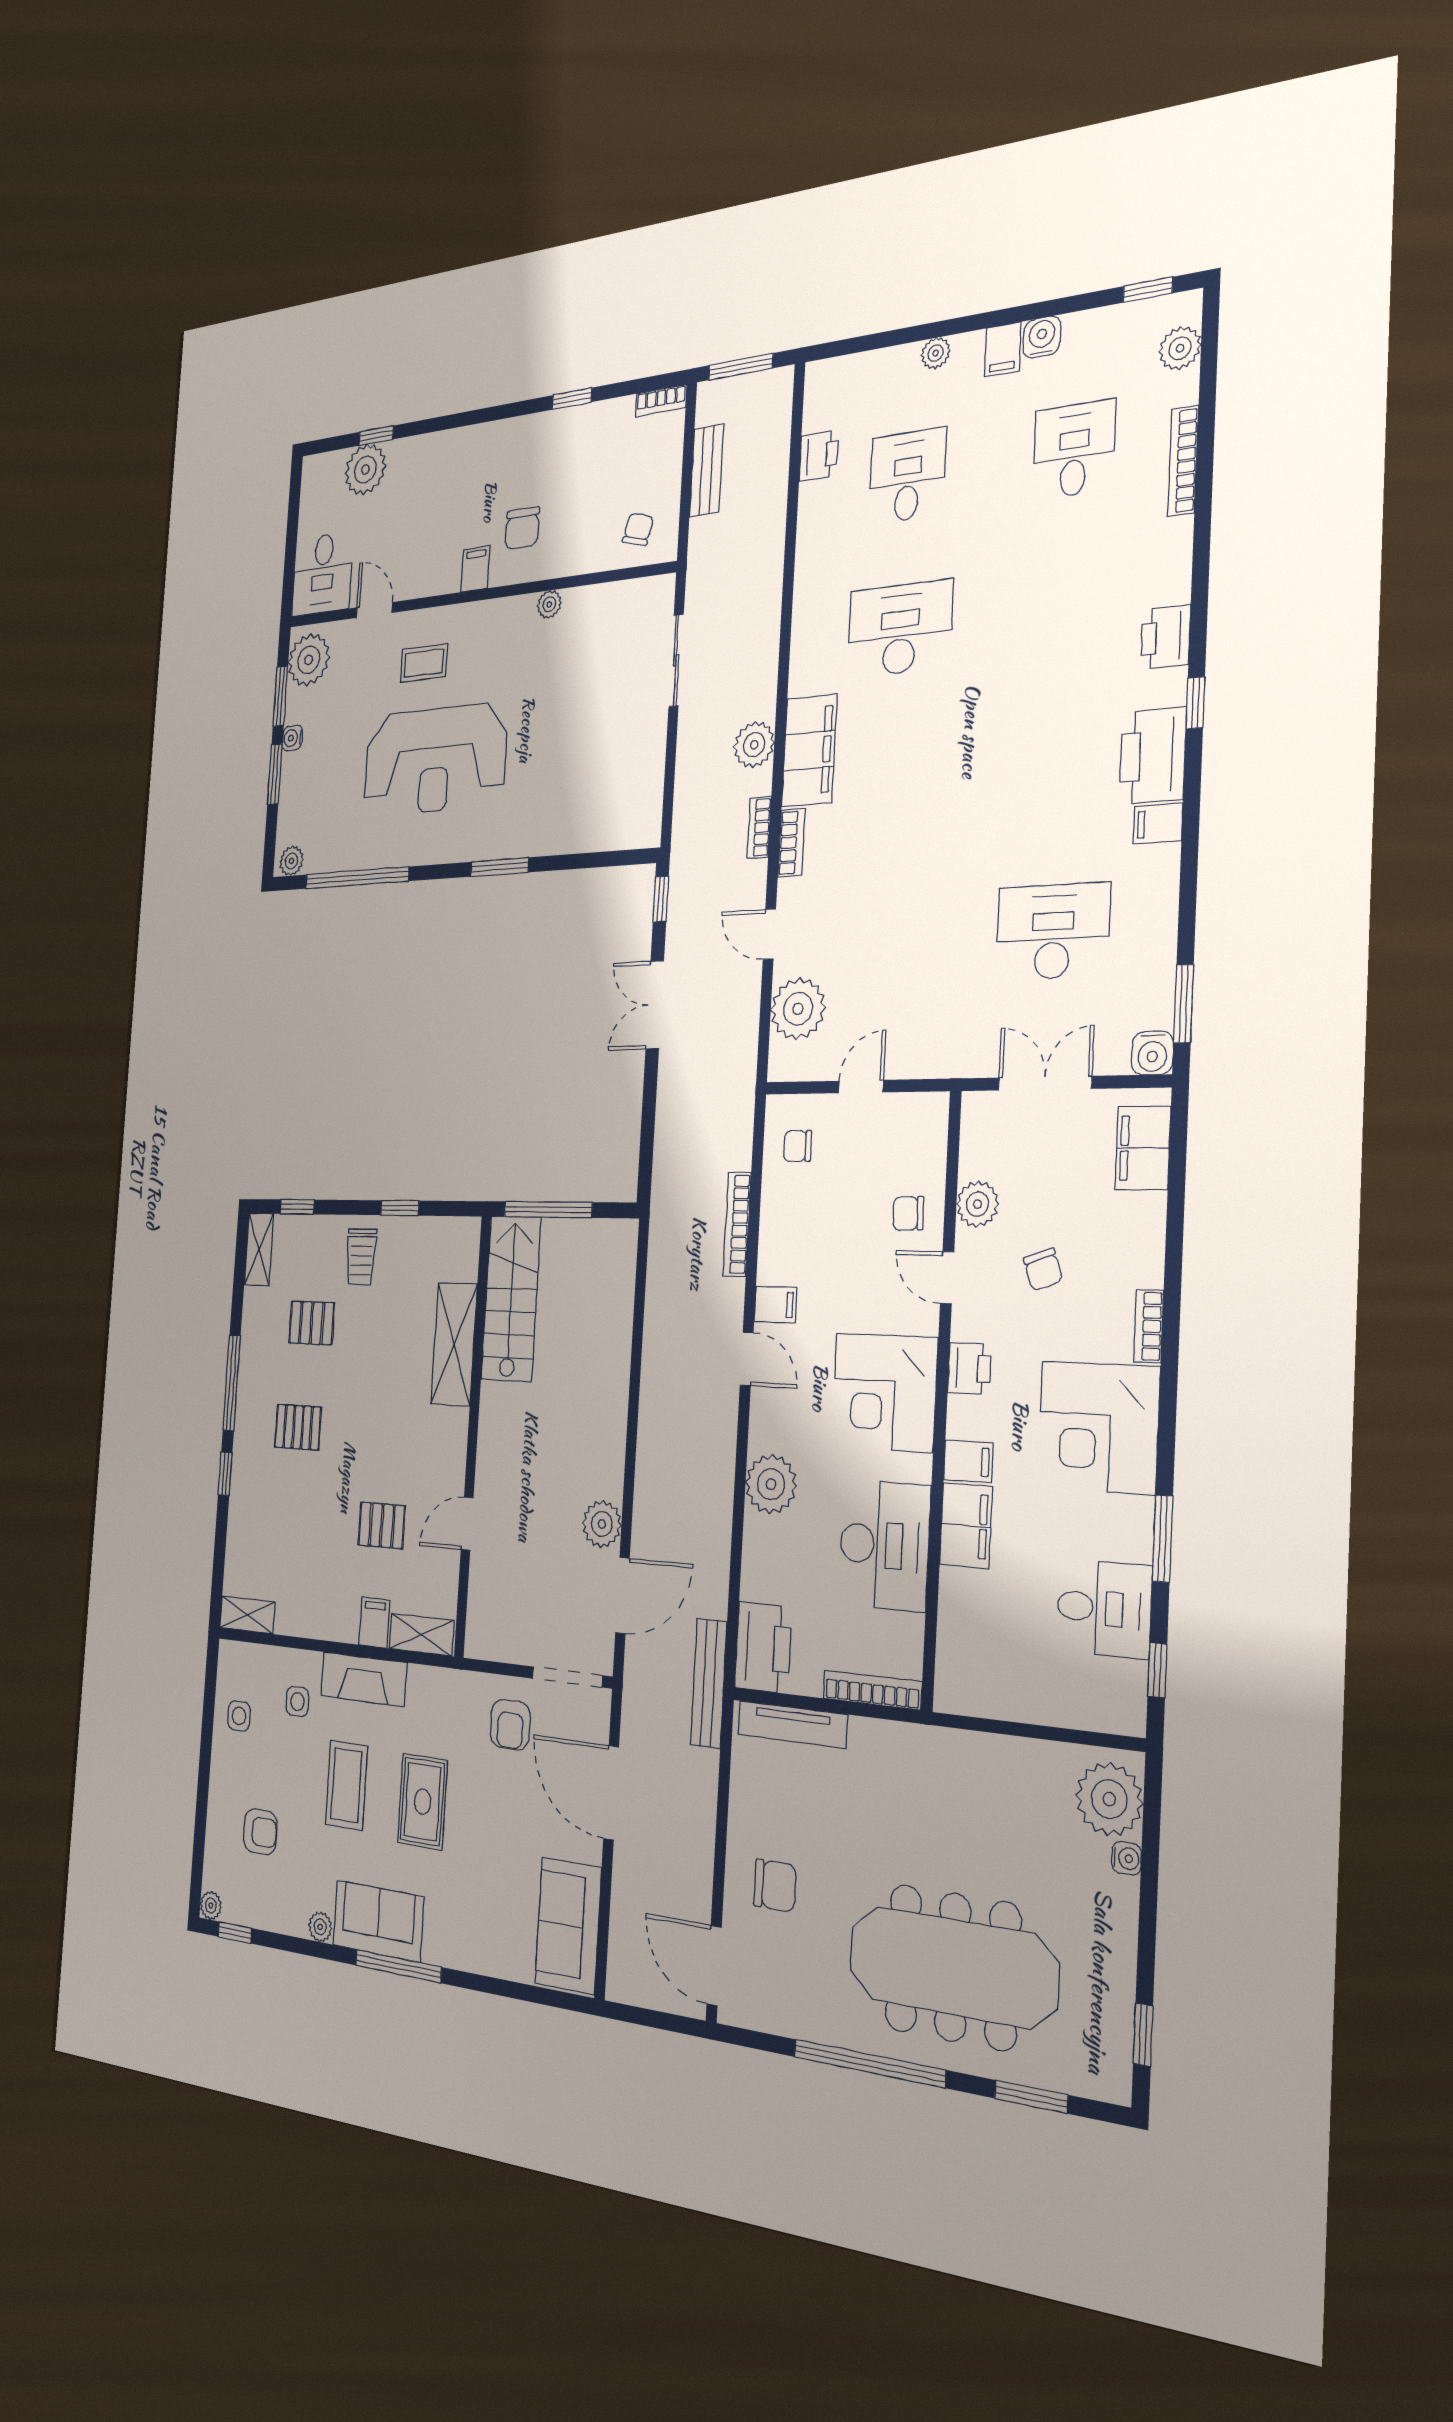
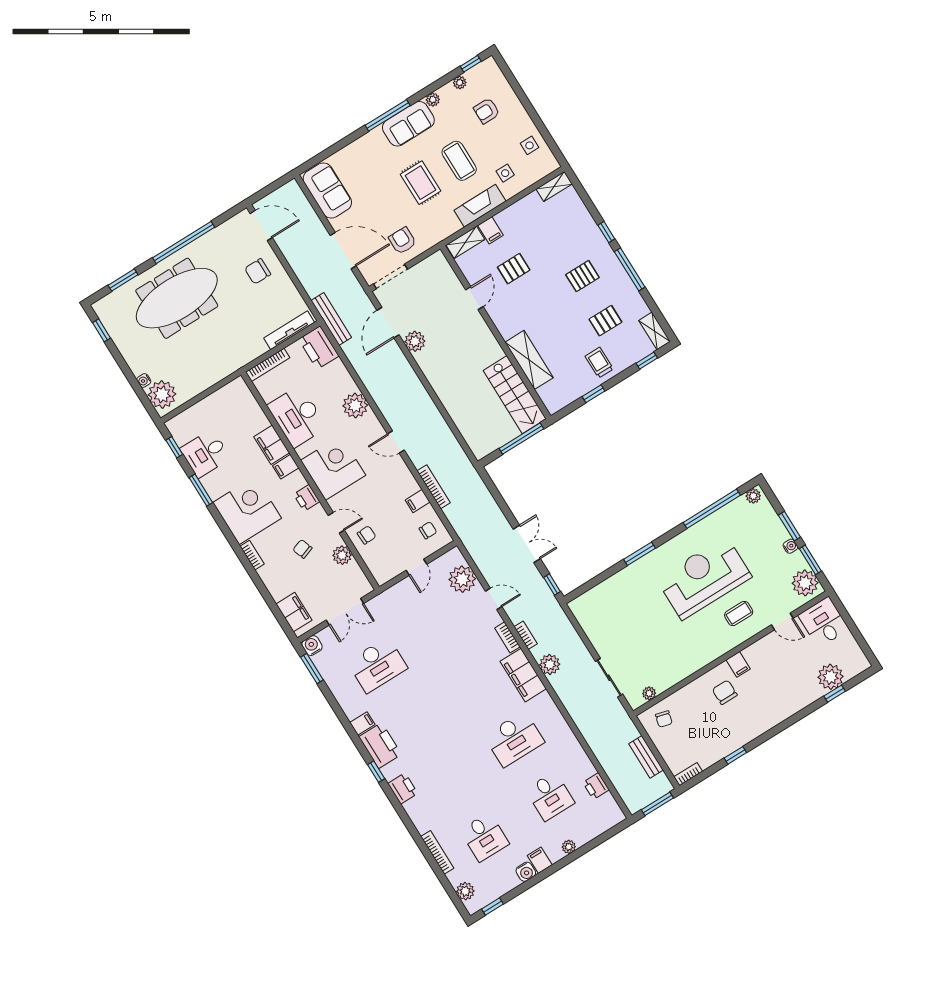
plant: (549, 604) -> (649, 693), moved
filing cabinet: (775, 1305) -> (418, 501), moved
plant: (211, 1905) -> (460, 83), moved

